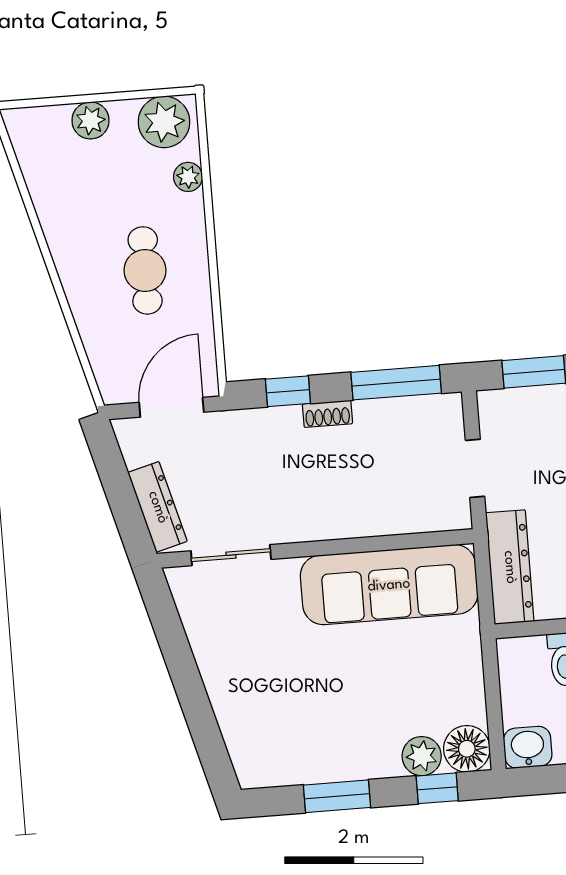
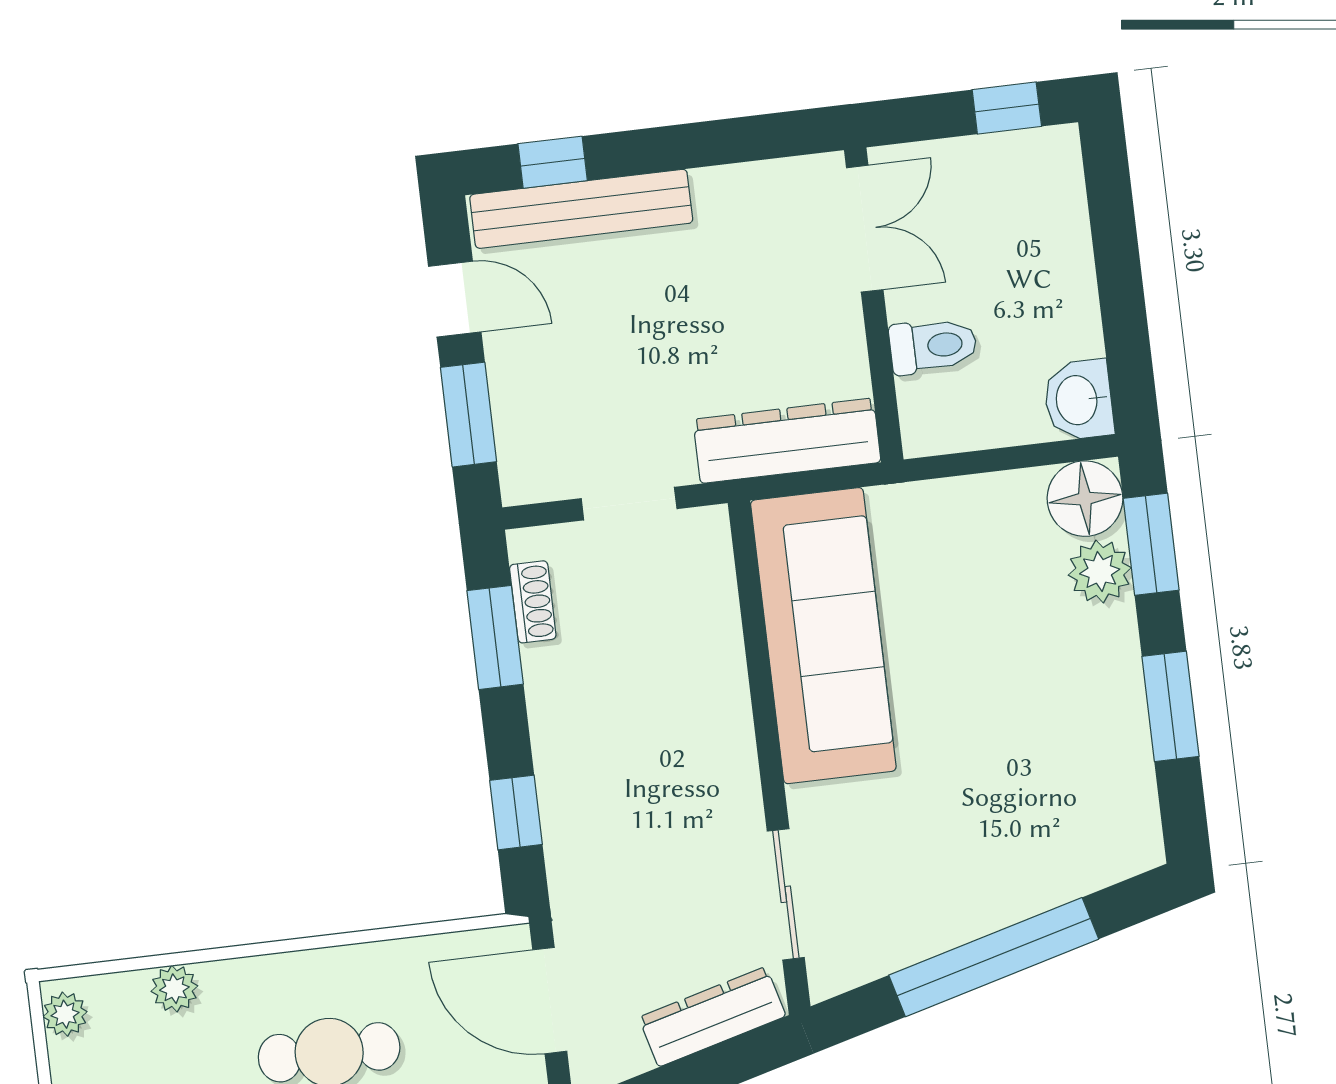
plant: (164, 122) -> (65, 1014), width x0.53, depth x0.53
window: (396, 383) -> (495, 637), width x0.69
shoe rack: (327, 414) -> (533, 602), moved
window: (187, 681) -> (994, 957), added
window: (437, 788) -> (1151, 544), width x1.50

